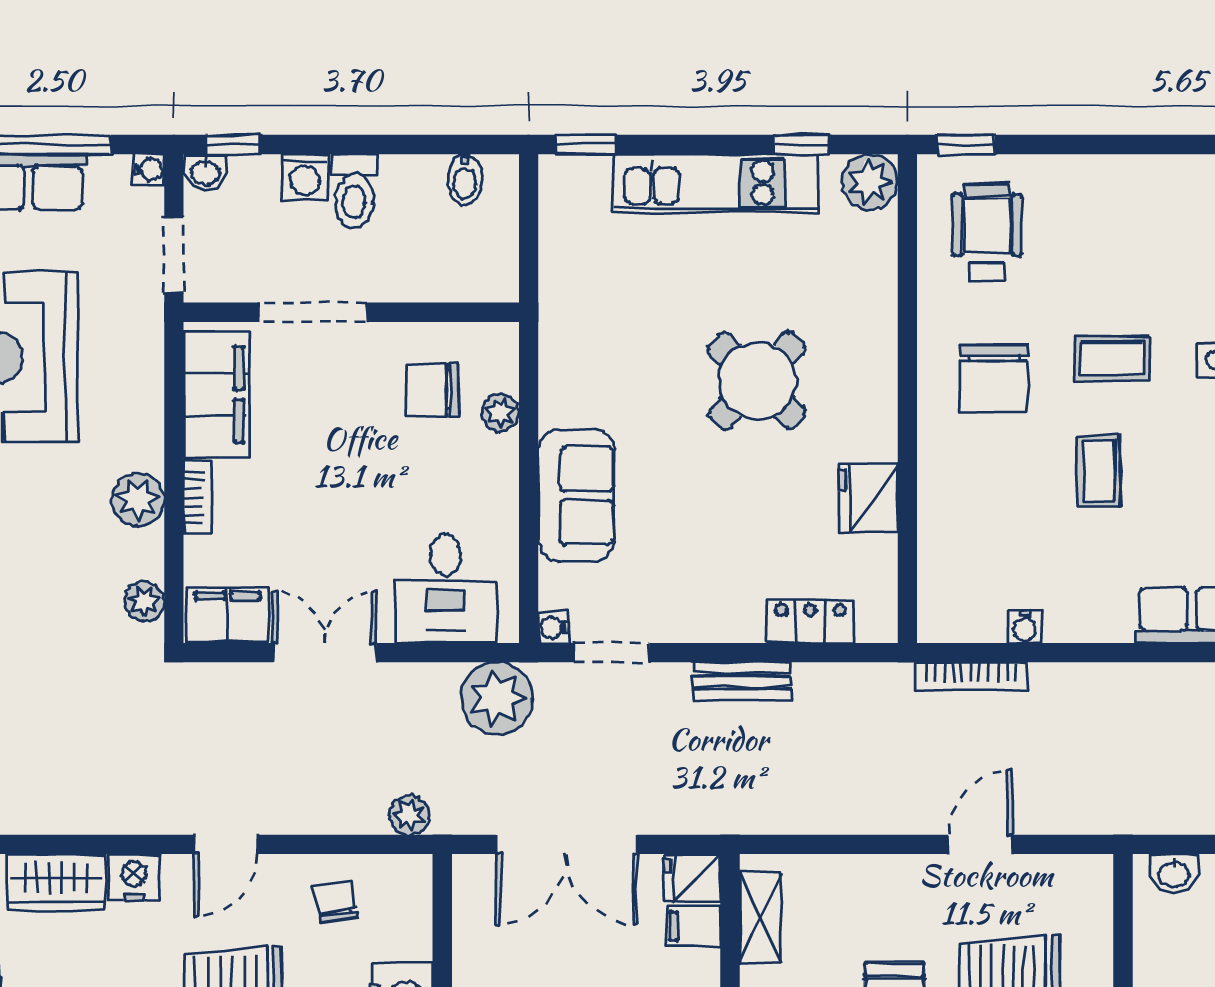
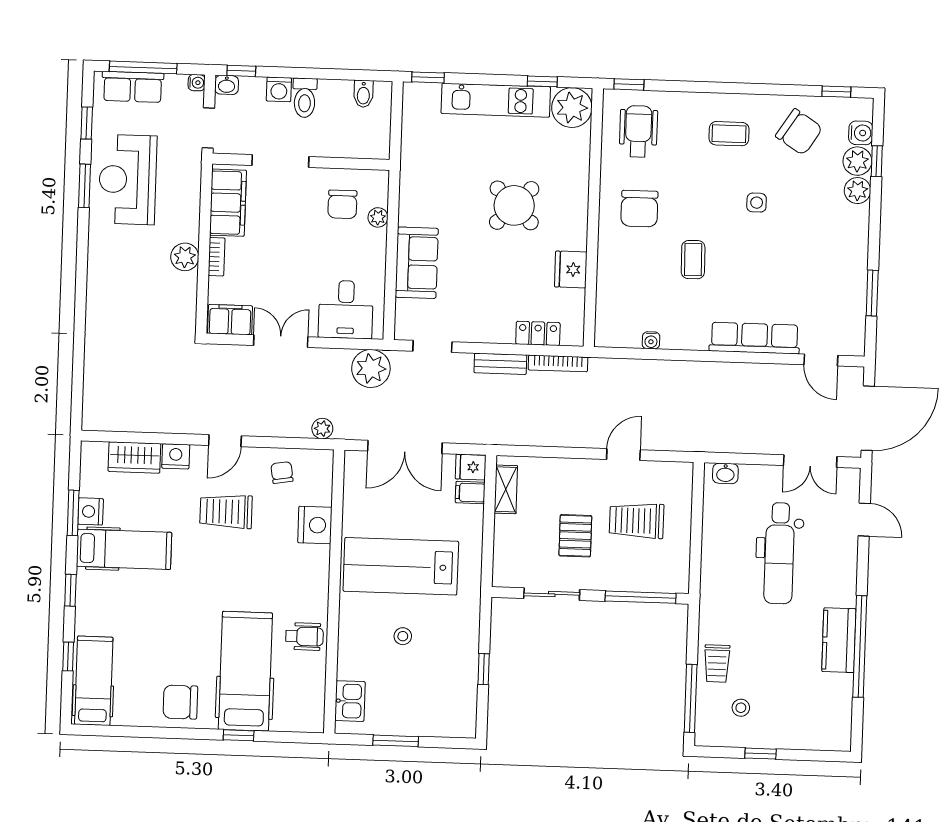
plant: (870, 182) -> (572, 108), width x1.36, depth x1.36
coffee table: (1112, 358) -> (729, 134), moved
chair: (432, 390) -> (342, 204), turned -90
plant: (144, 601) -> (186, 311), removed
water cooler: (554, 628) -> (402, 332), removed
bookcase: (971, 676) -> (558, 363), moved

